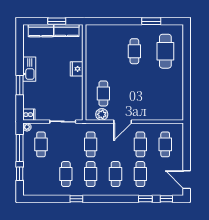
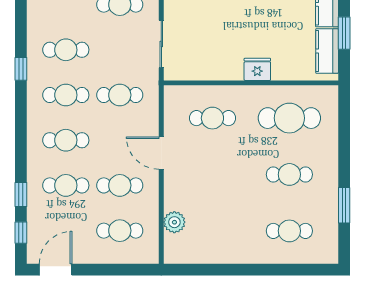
cafe table: (103, 51) -> (289, 118), added
cafe table: (165, 51) -> (289, 231), width x0.73, depth x0.74
plant: (102, 114) -> (174, 222), moved

